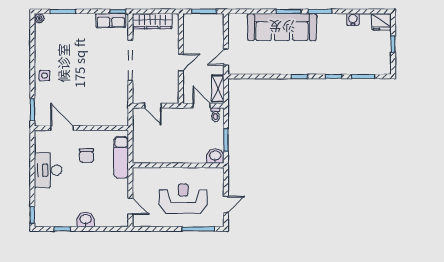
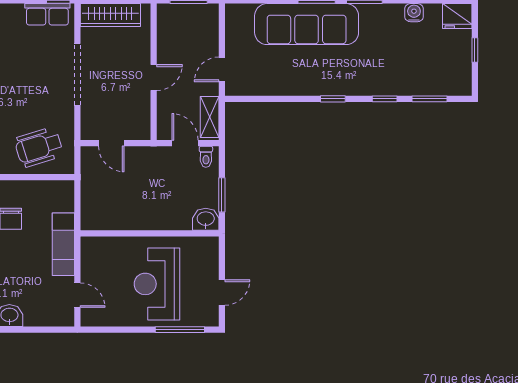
wheelchair: (105, 108) -> (39, 147), added
exam couch: (121, 157) -> (63, 244), moved
reception desk: (183, 199) -> (157, 284), turned -90

